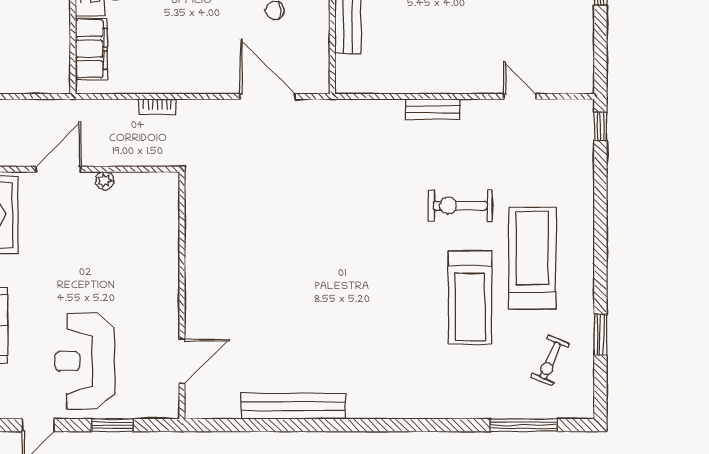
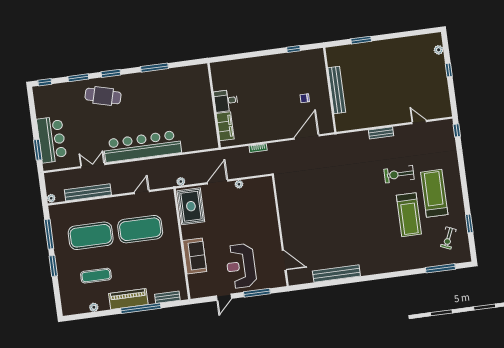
door: (268, 96) -> (307, 137), hinge flipped
door: (182, 361) -> (284, 260), hinge flipped
window: (112, 425) -> (257, 293), width x1.44

